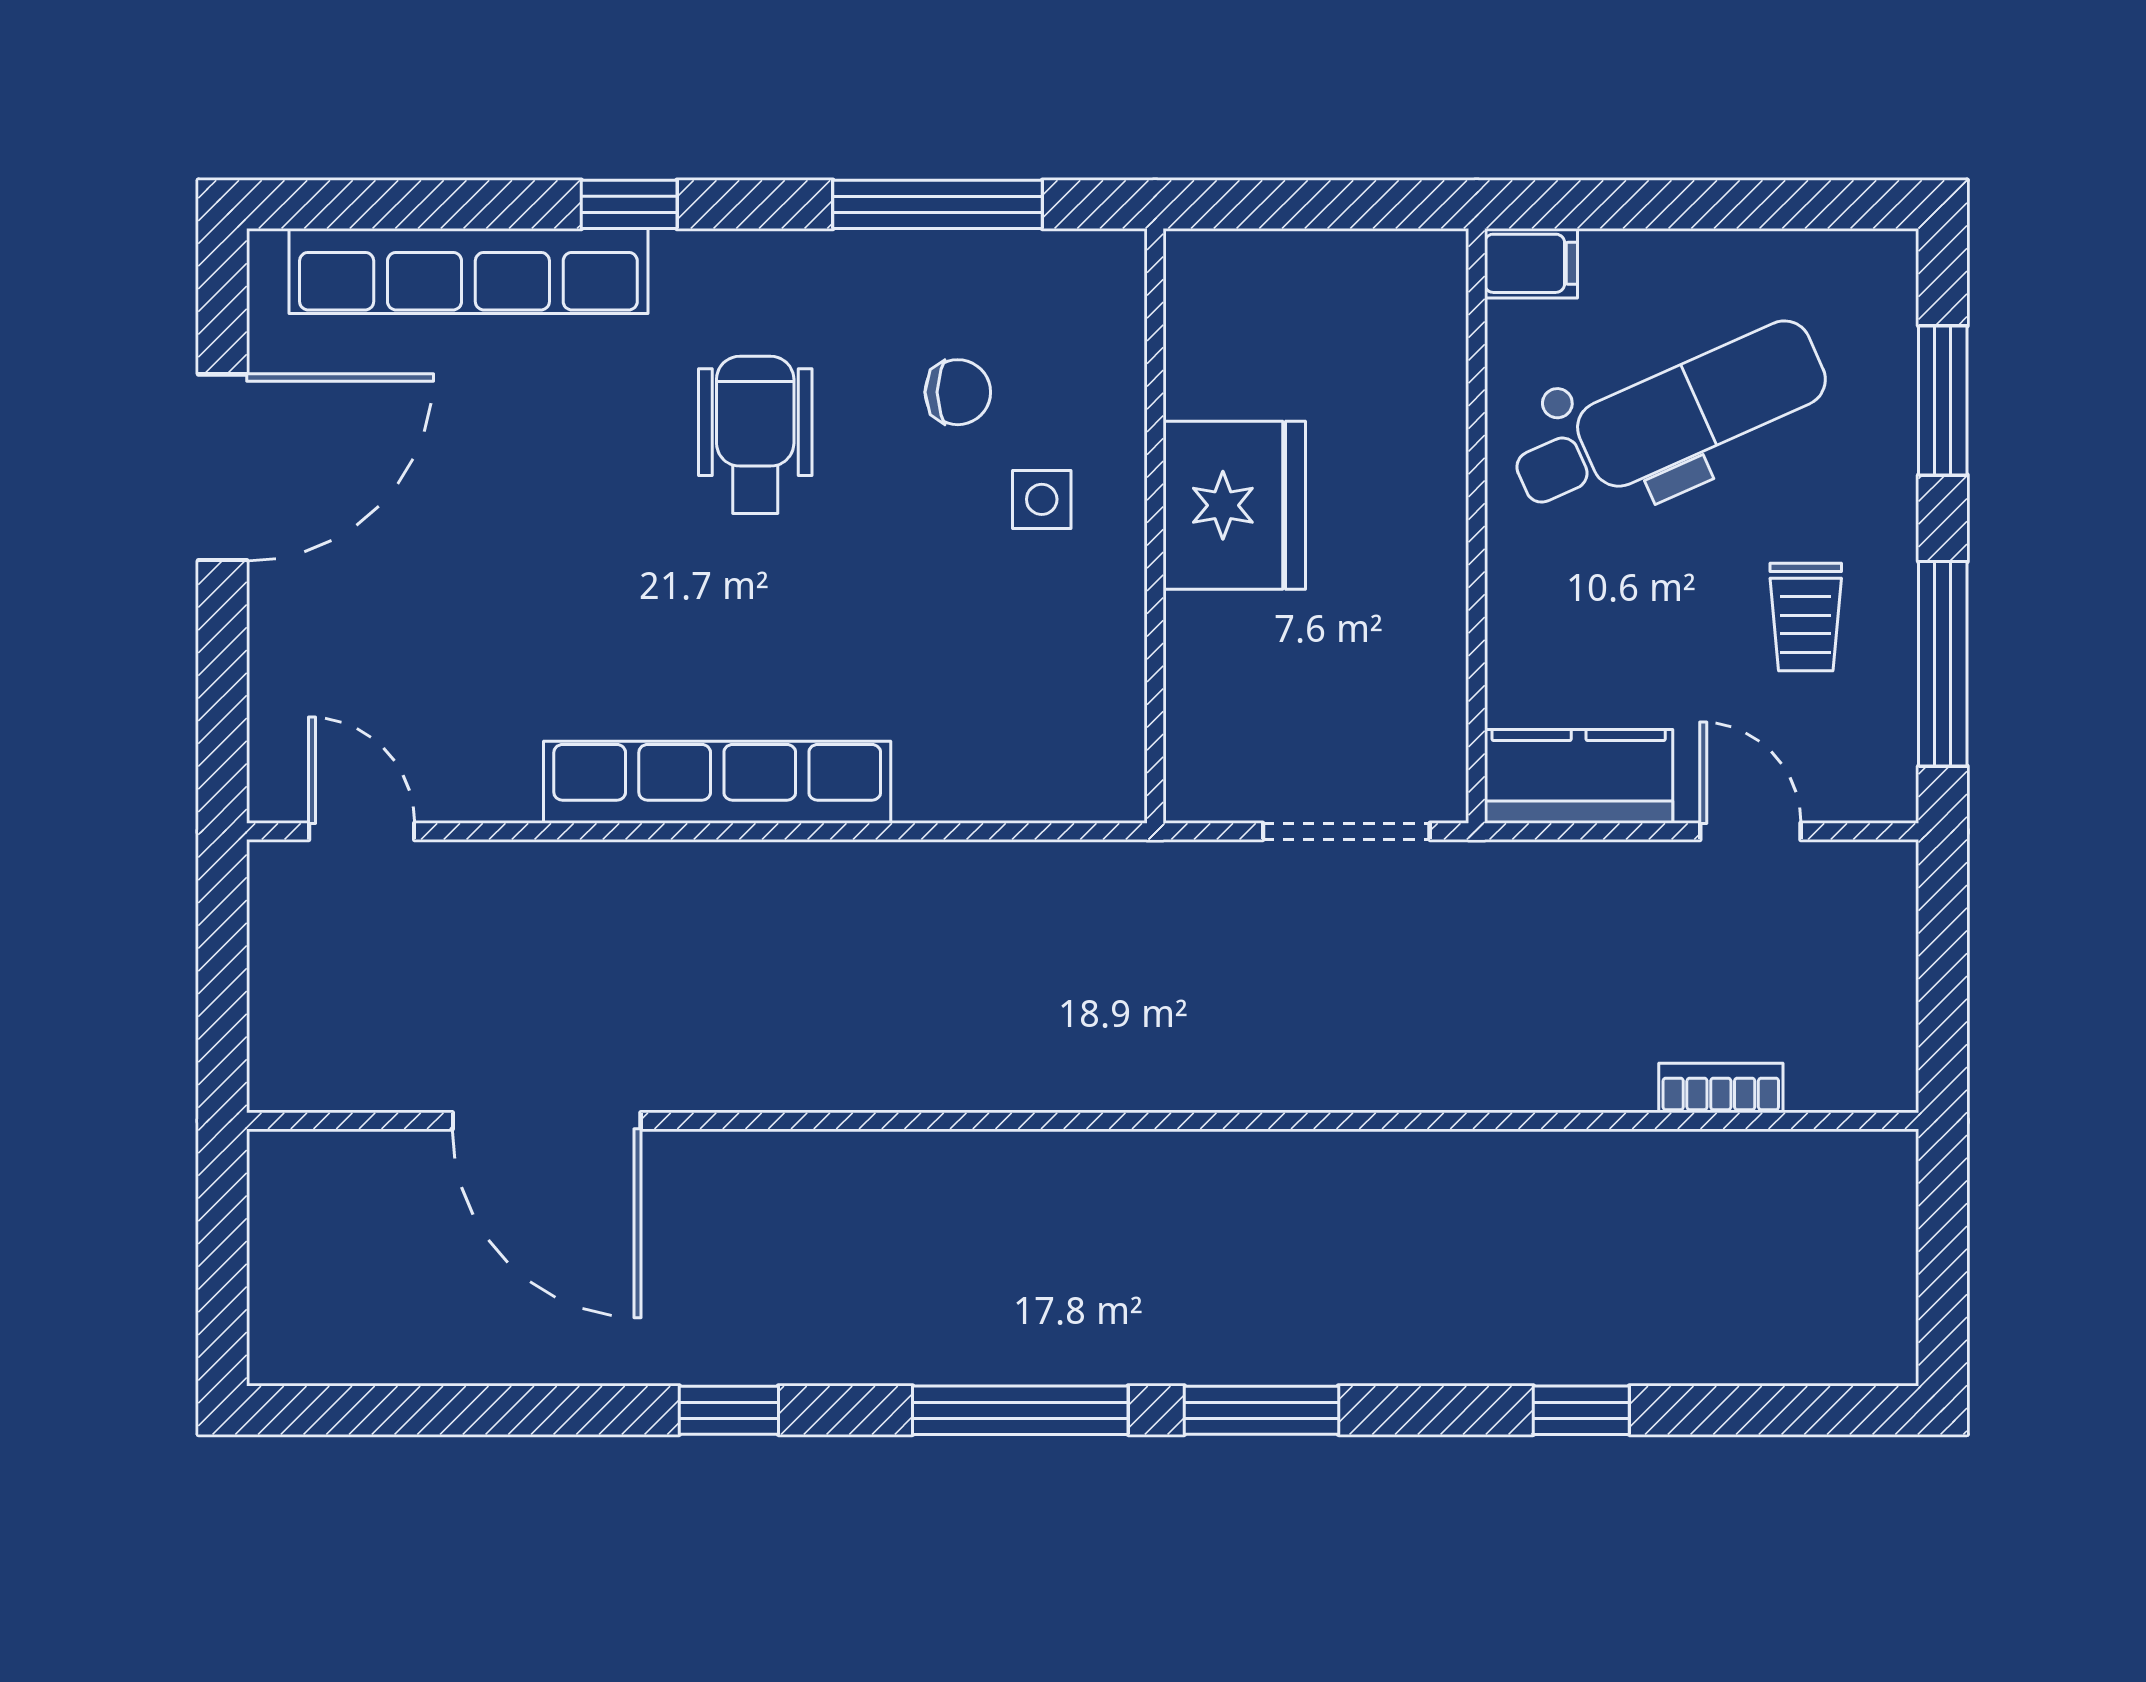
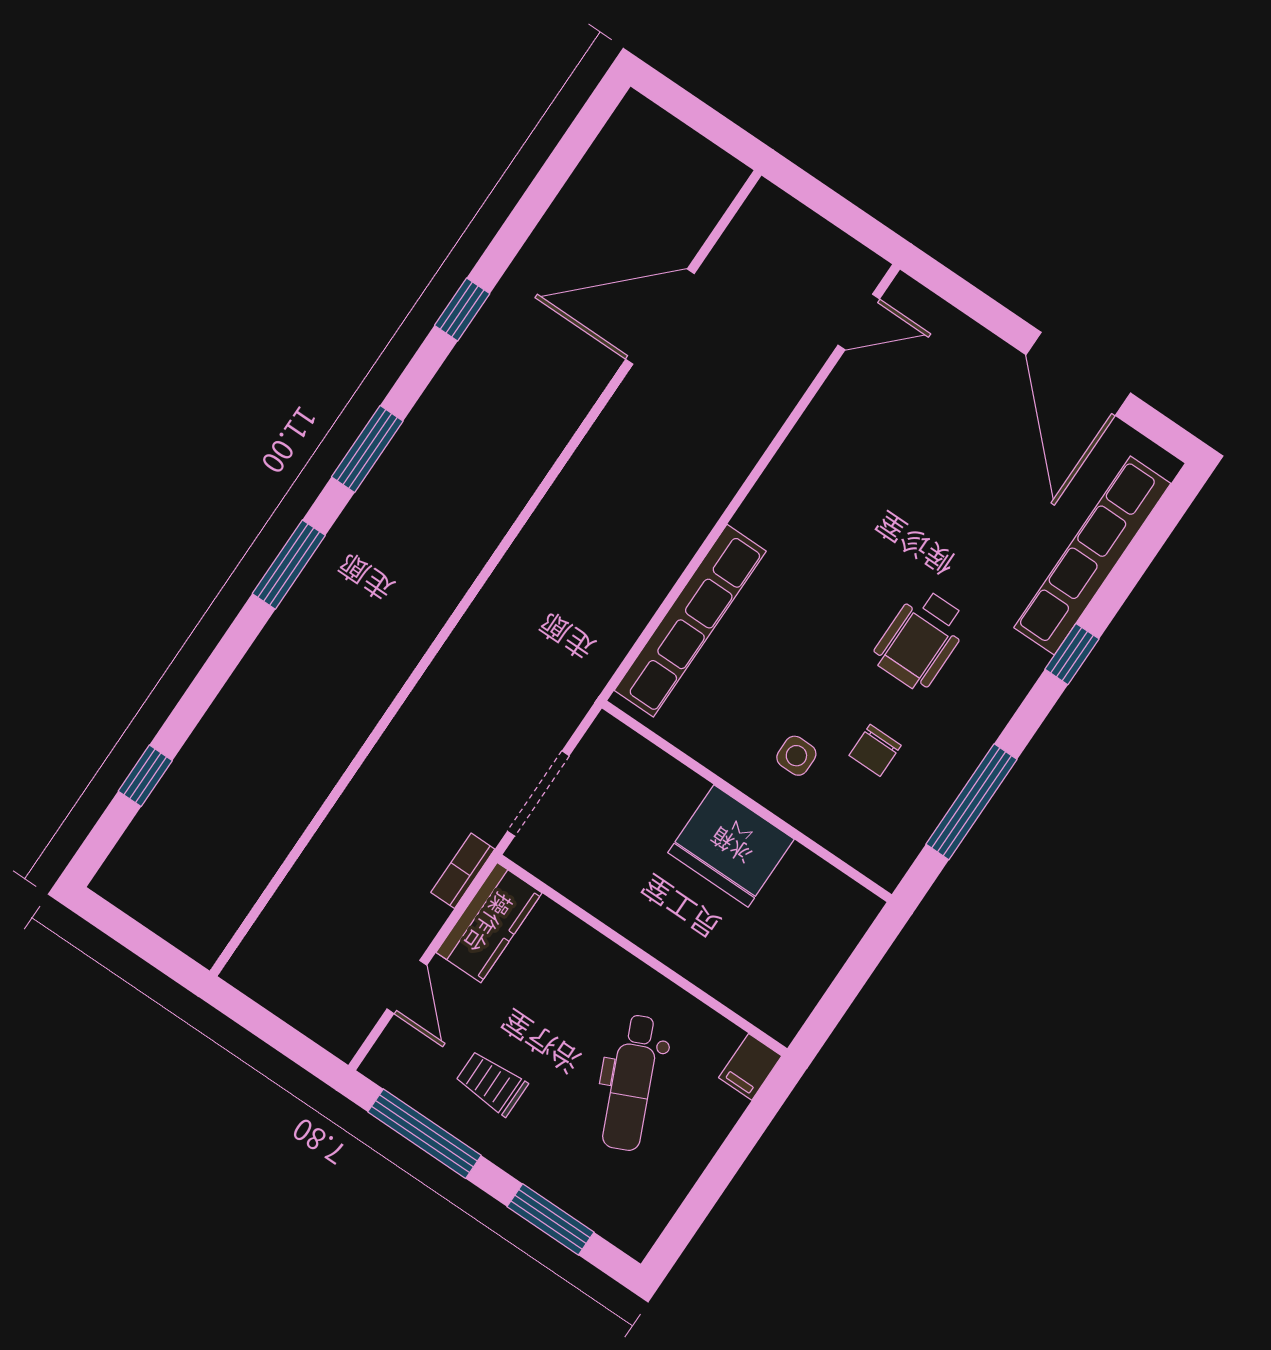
dental chair: (1669, 418) -> (631, 1083), width x0.73, depth x0.72
wheelchair: (755, 435) -> (921, 640), turned 90
row of seats: (717, 782) -> (690, 621), moved
door: (1750, 831) -> (407, 987), hinge flipped
bookcase: (1721, 1088) -> (463, 871), moved, turned 180
window: (1020, 1410) -> (367, 449), width x0.69
window: (1581, 1410) -> (145, 776), moved

